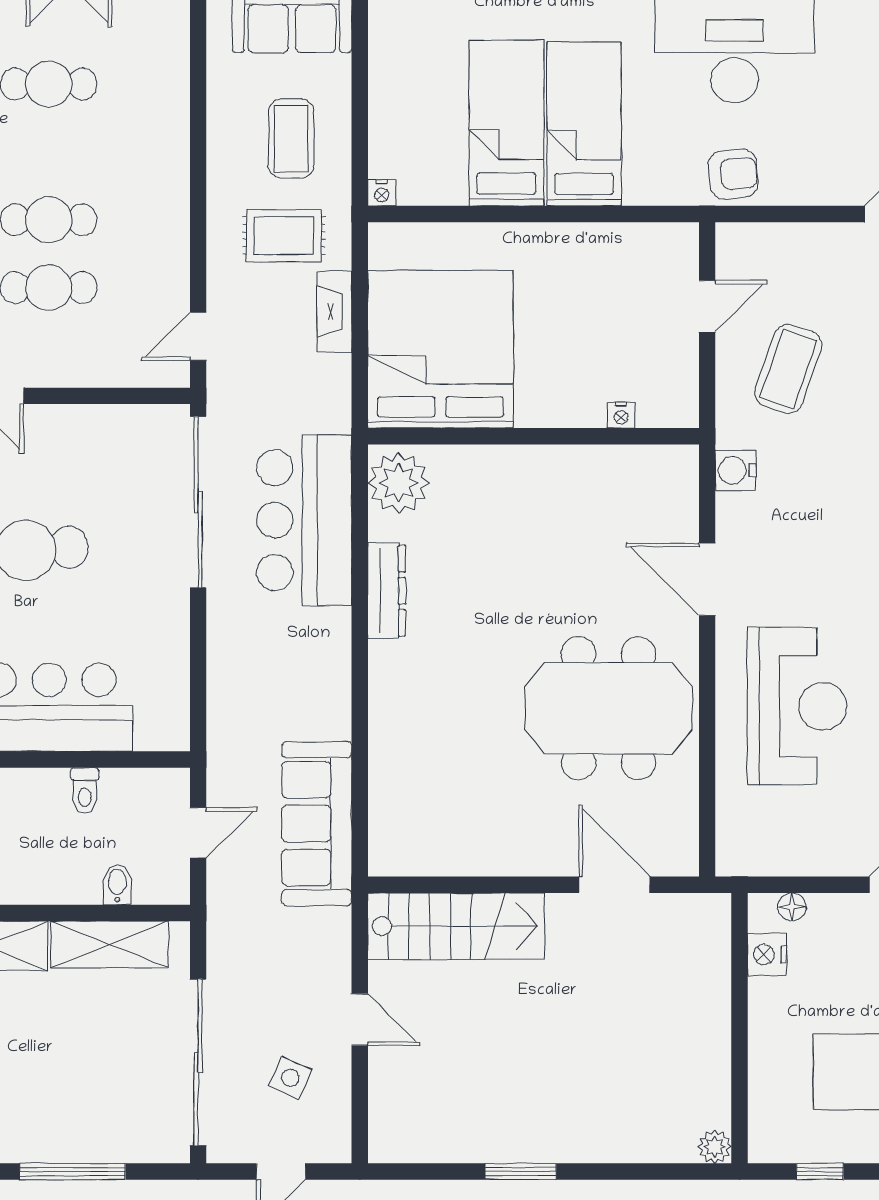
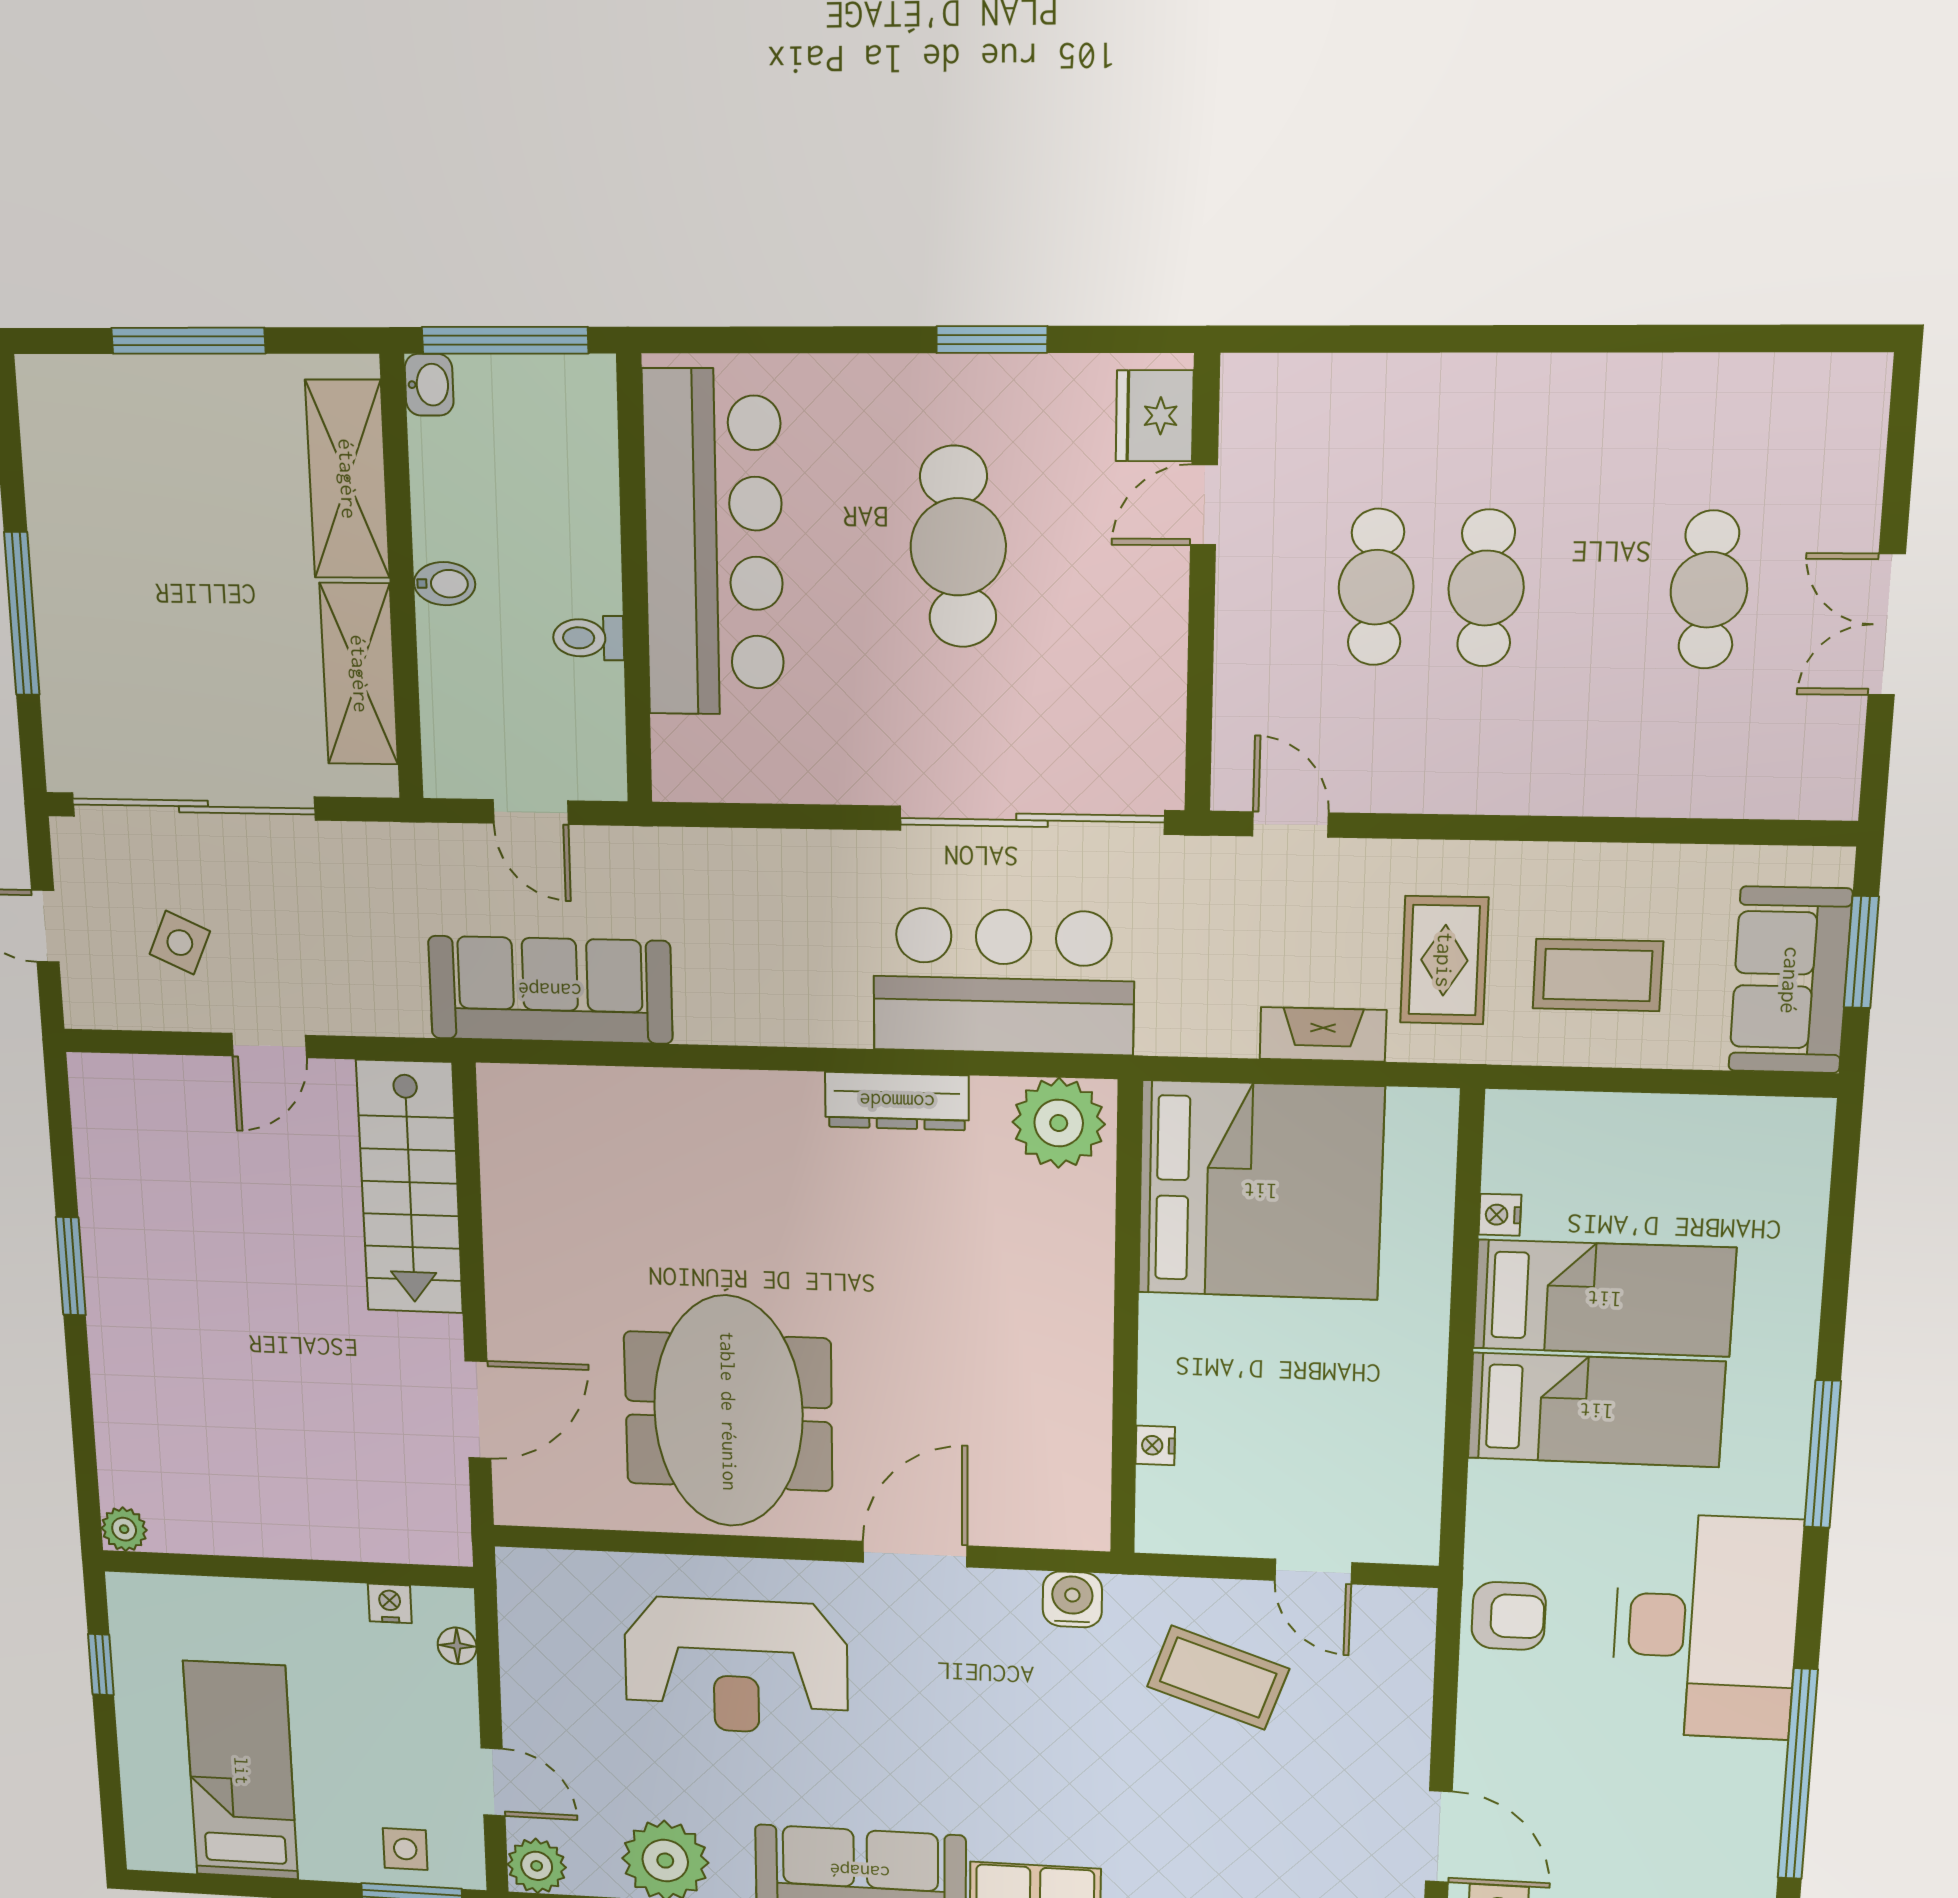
armchair: (733, 174) -> (1509, 1616), turned -84
nightstand: (382, 193) -> (1500, 1215), moved
bidet: (117, 885) -> (444, 584), moved
nightstand: (767, 955) -> (390, 1603), width x0.72, depth x0.74

